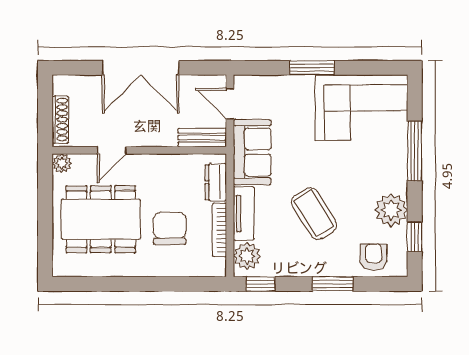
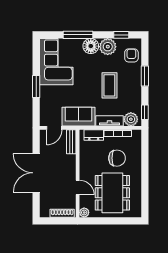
double door: (140, 68) -> (36, 173), swing flipped
floor lamp: (392, 176) -> (91, 46), added
coffee table: (314, 213) -> (109, 85), turned -58
chair: (170, 228) -> (117, 158), turned 180
armchair: (374, 257) -> (131, 55), turned 90

